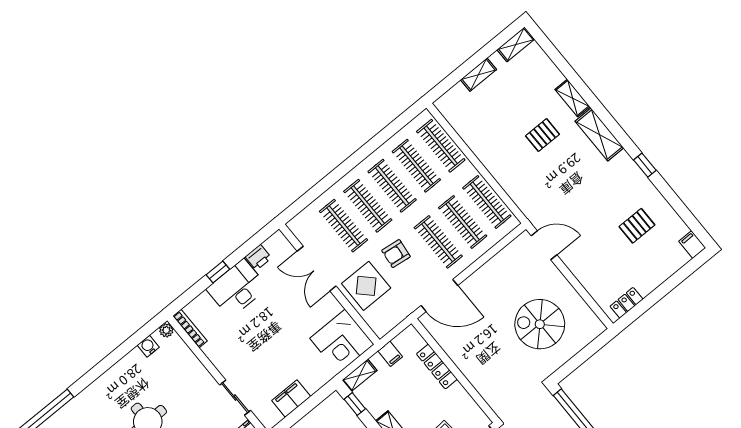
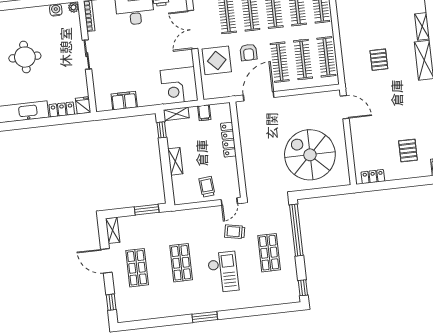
pallet: (542, 135) -> (379, 60), moved, turned 90
pallet: (637, 226) -> (408, 151), moved, turned 90
armchair: (396, 254) -> (249, 52), turned -97
door: (439, 296) -> (259, 96), swing flipped
spiral stairs: (540, 324) -> (310, 155), width x1.37, depth x1.37
sliding door: (235, 398) -> (87, 55), moved

